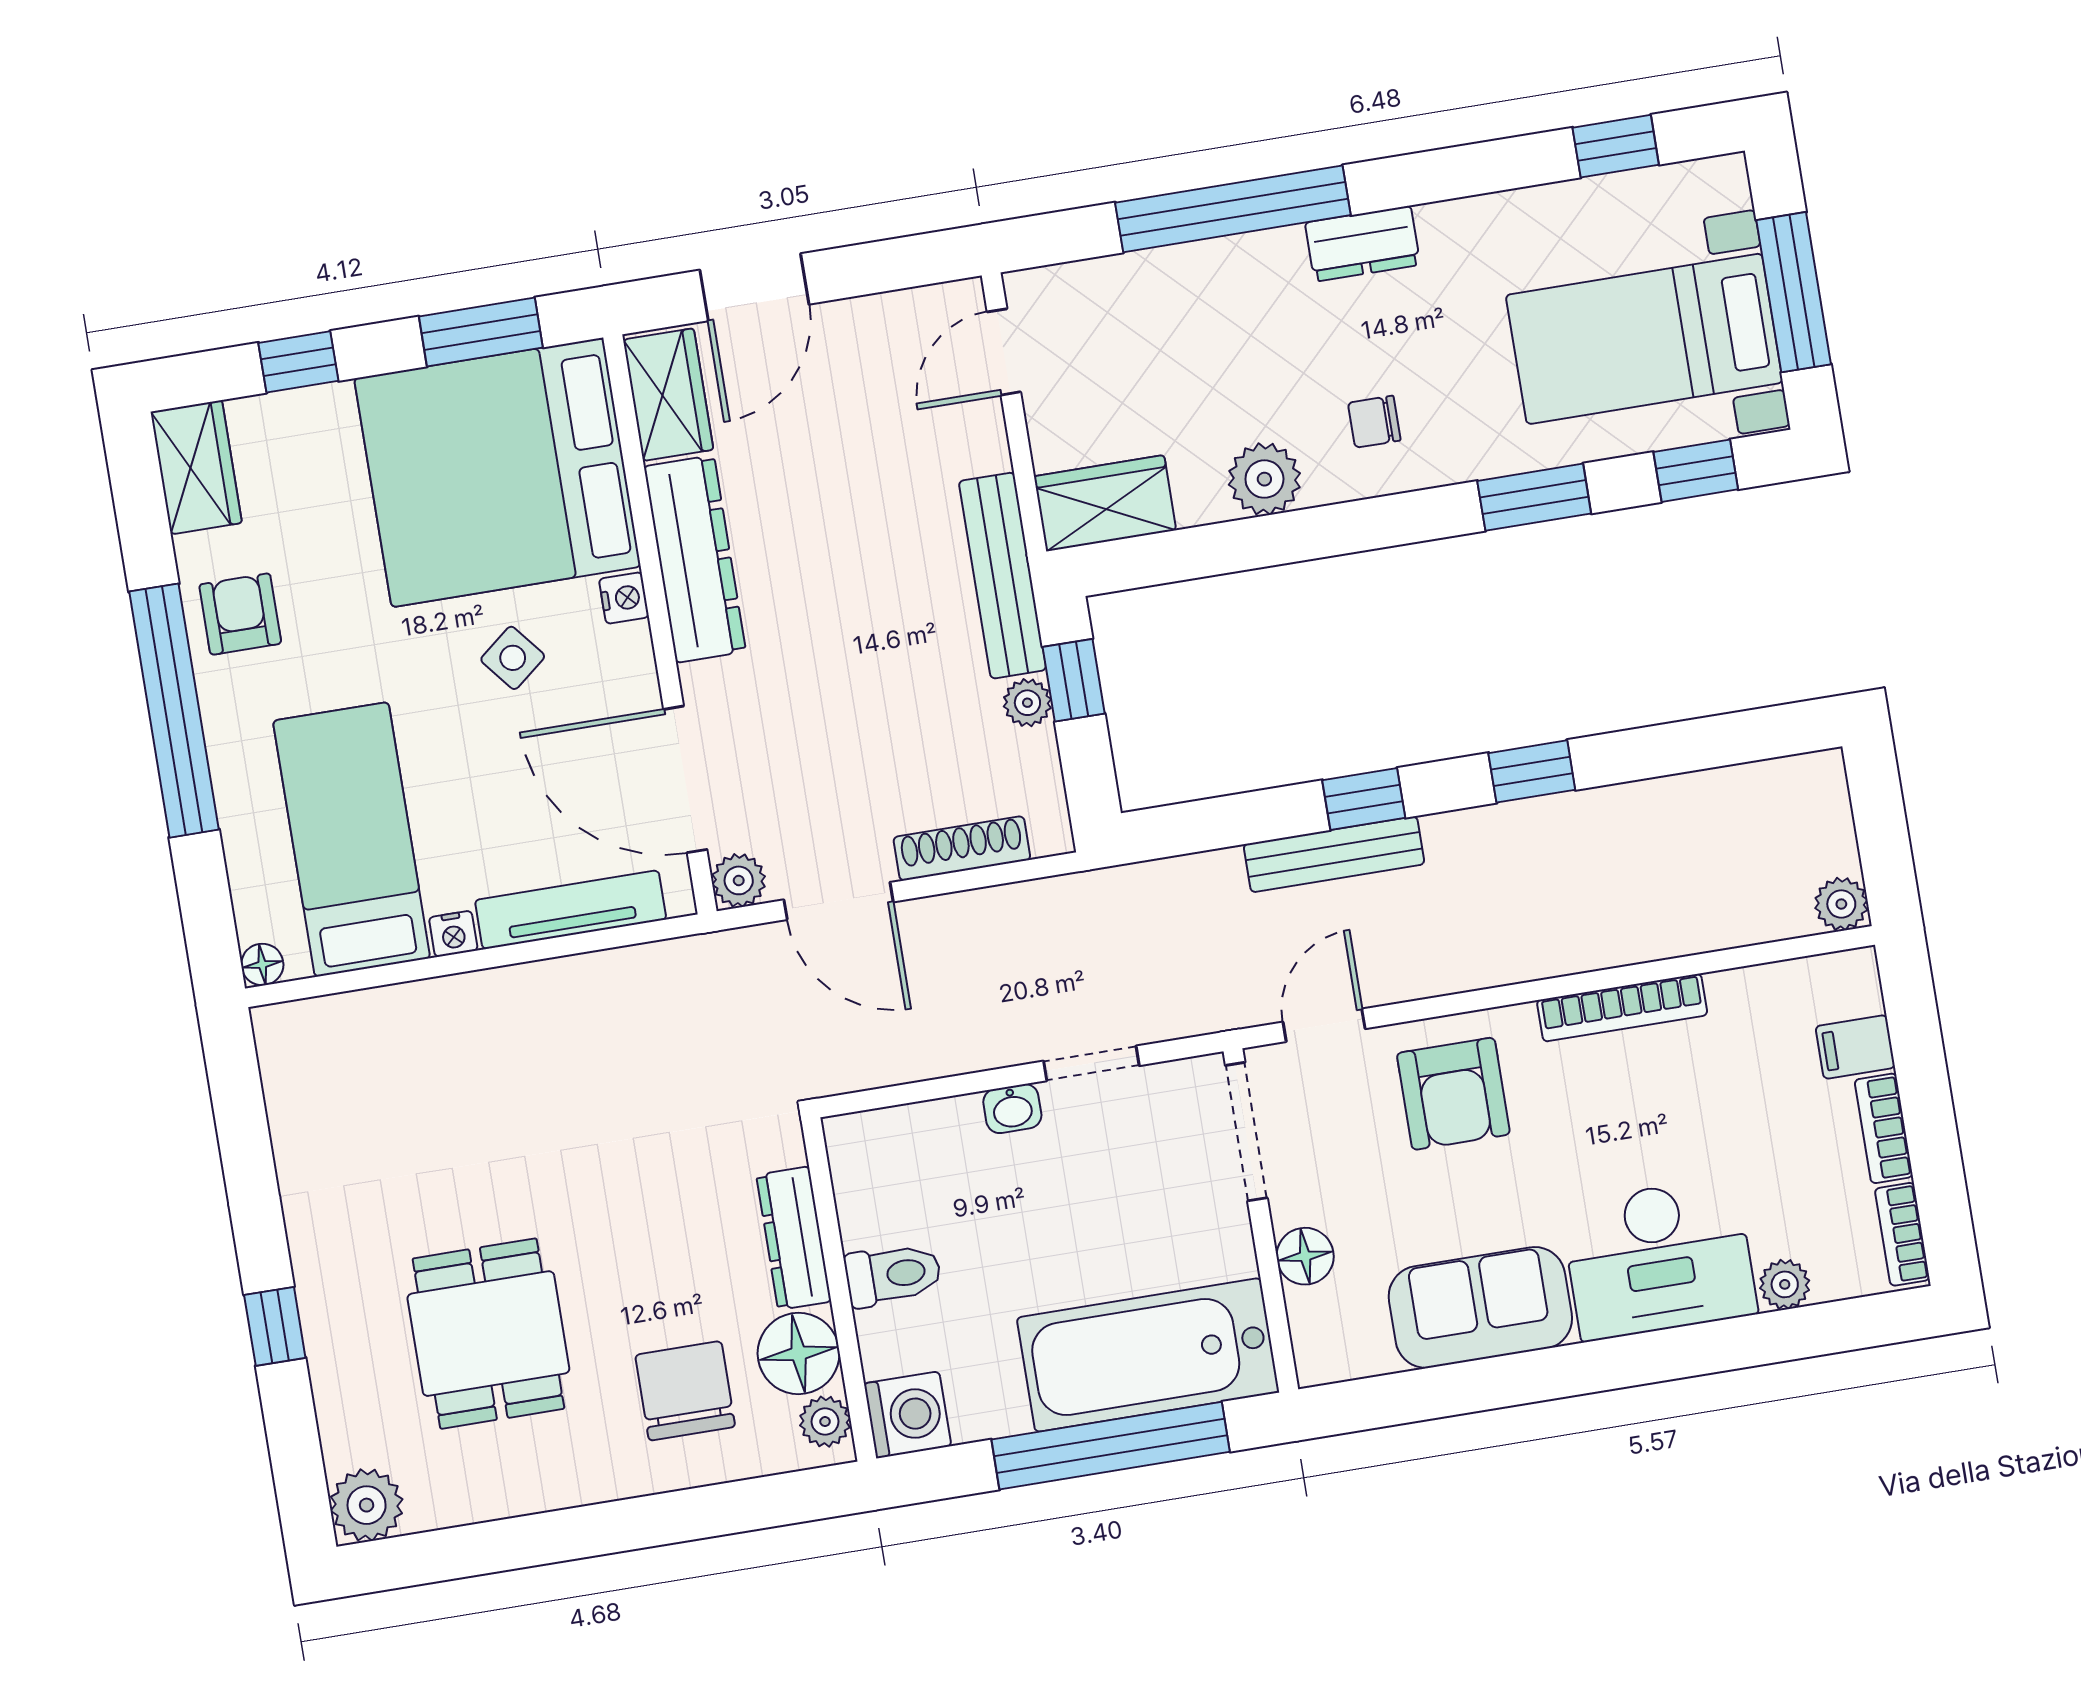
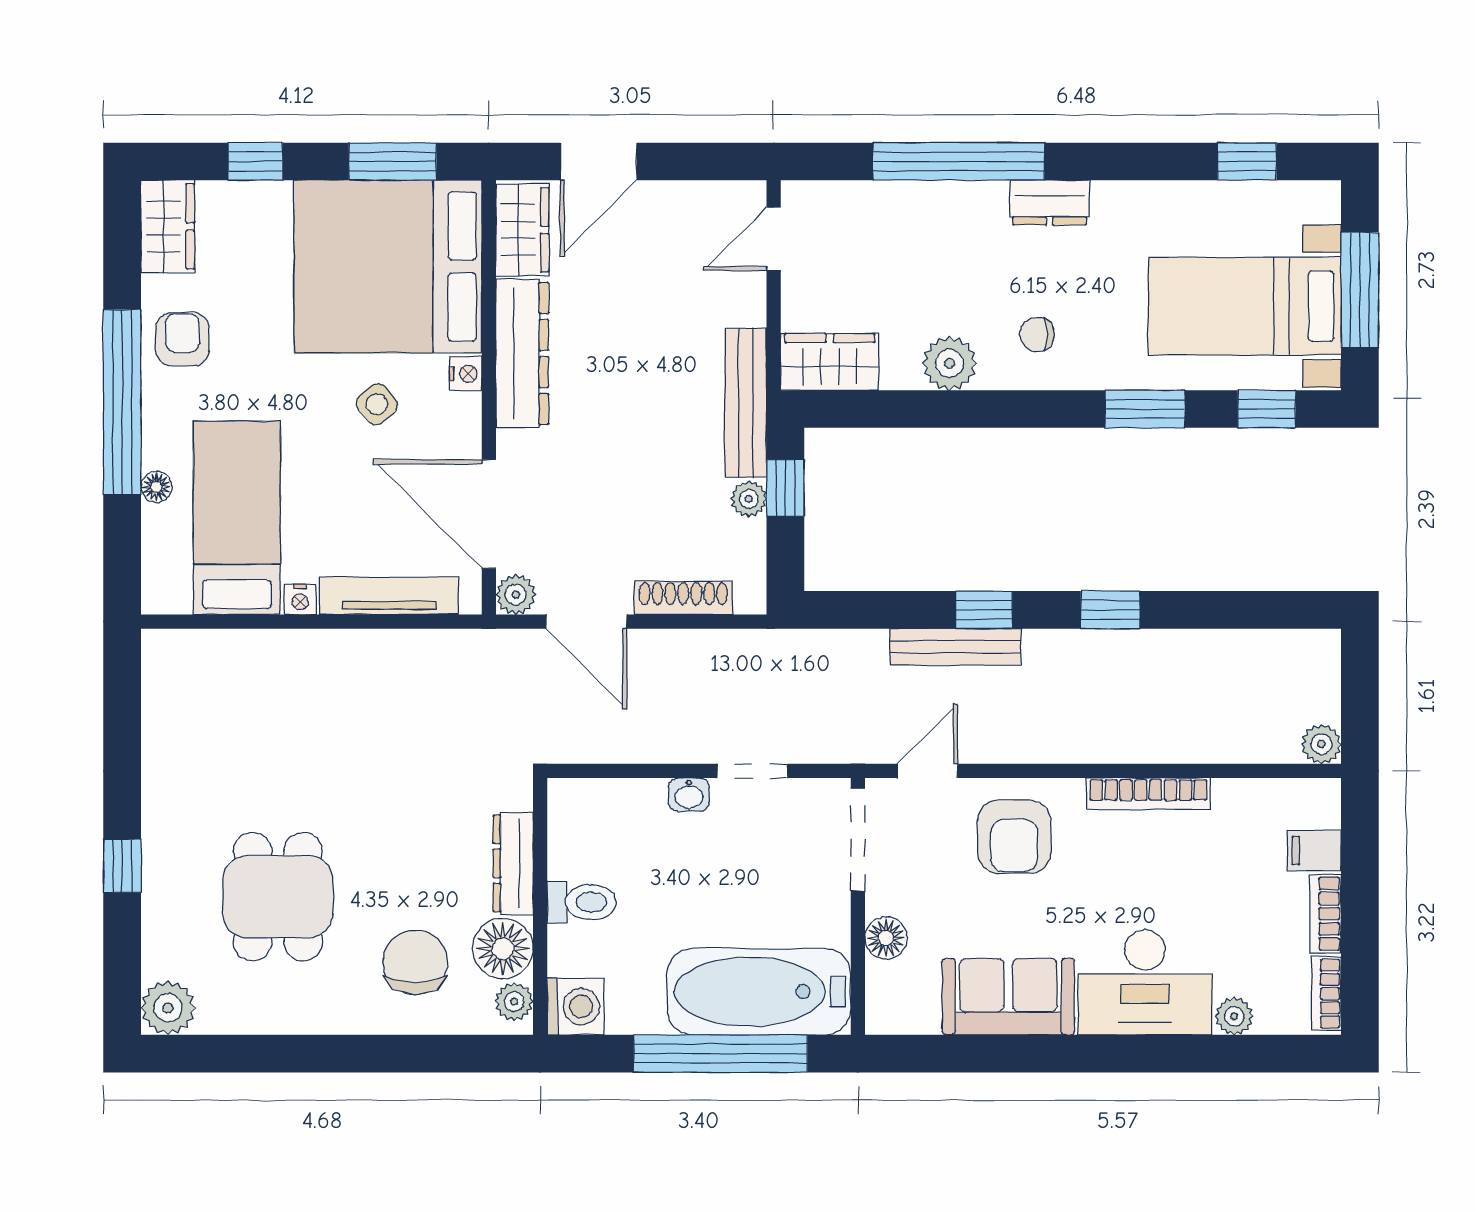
floor lamp: (262, 964) -> (156, 487), moved

